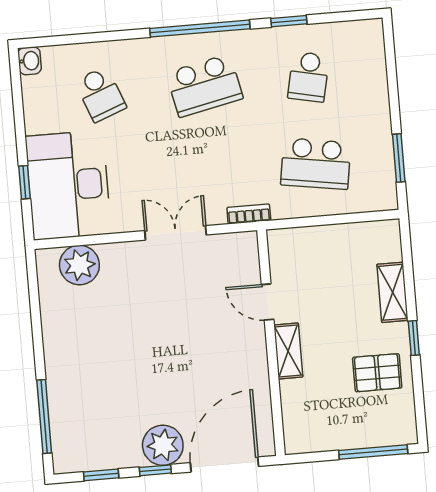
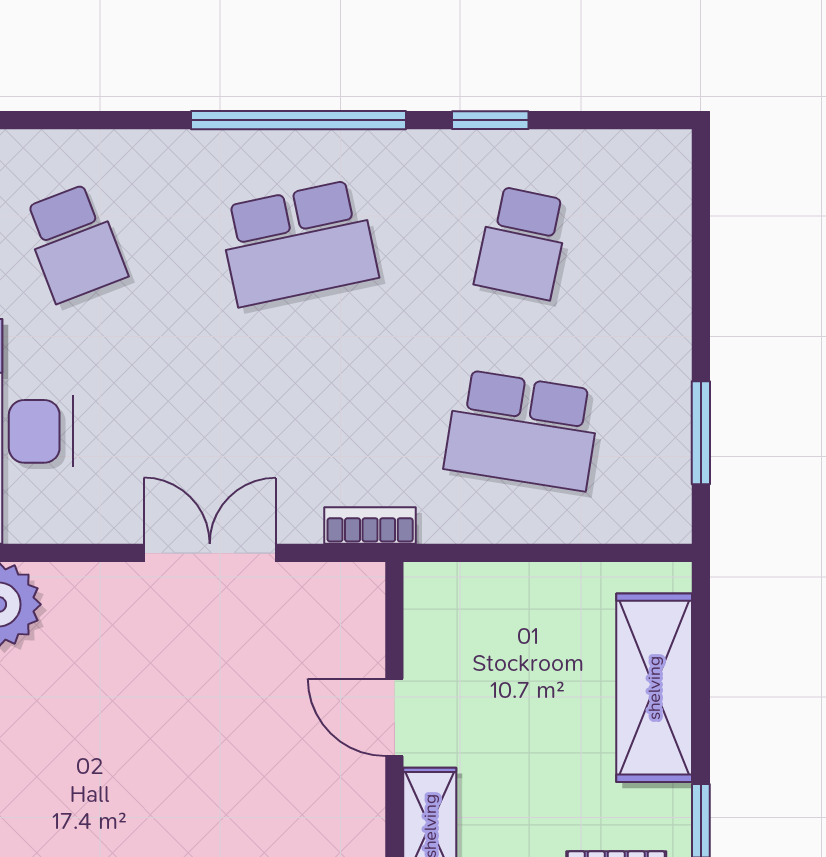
shelving: (393, 292) -> (654, 688), width x1.50, depth x1.33

